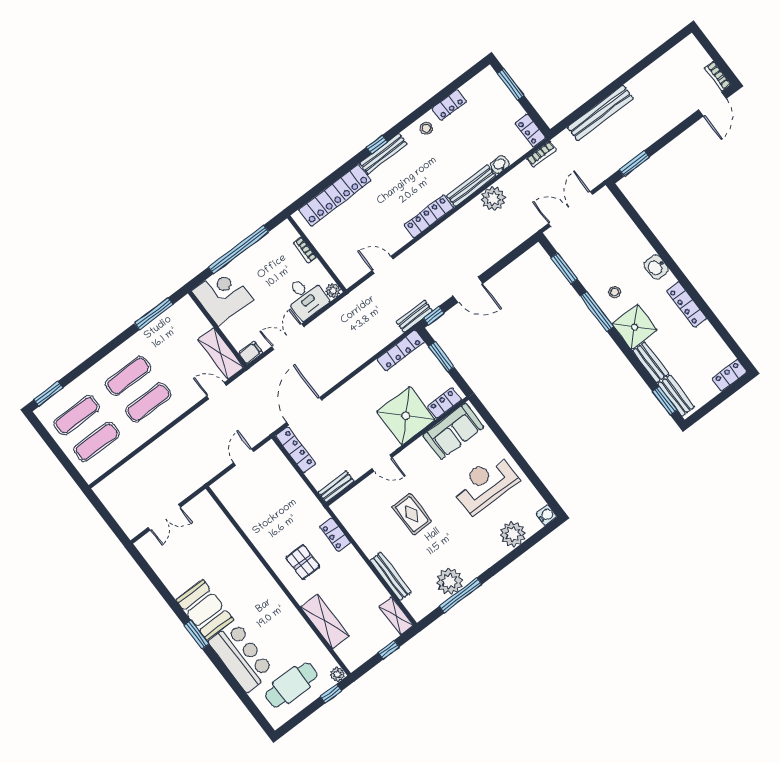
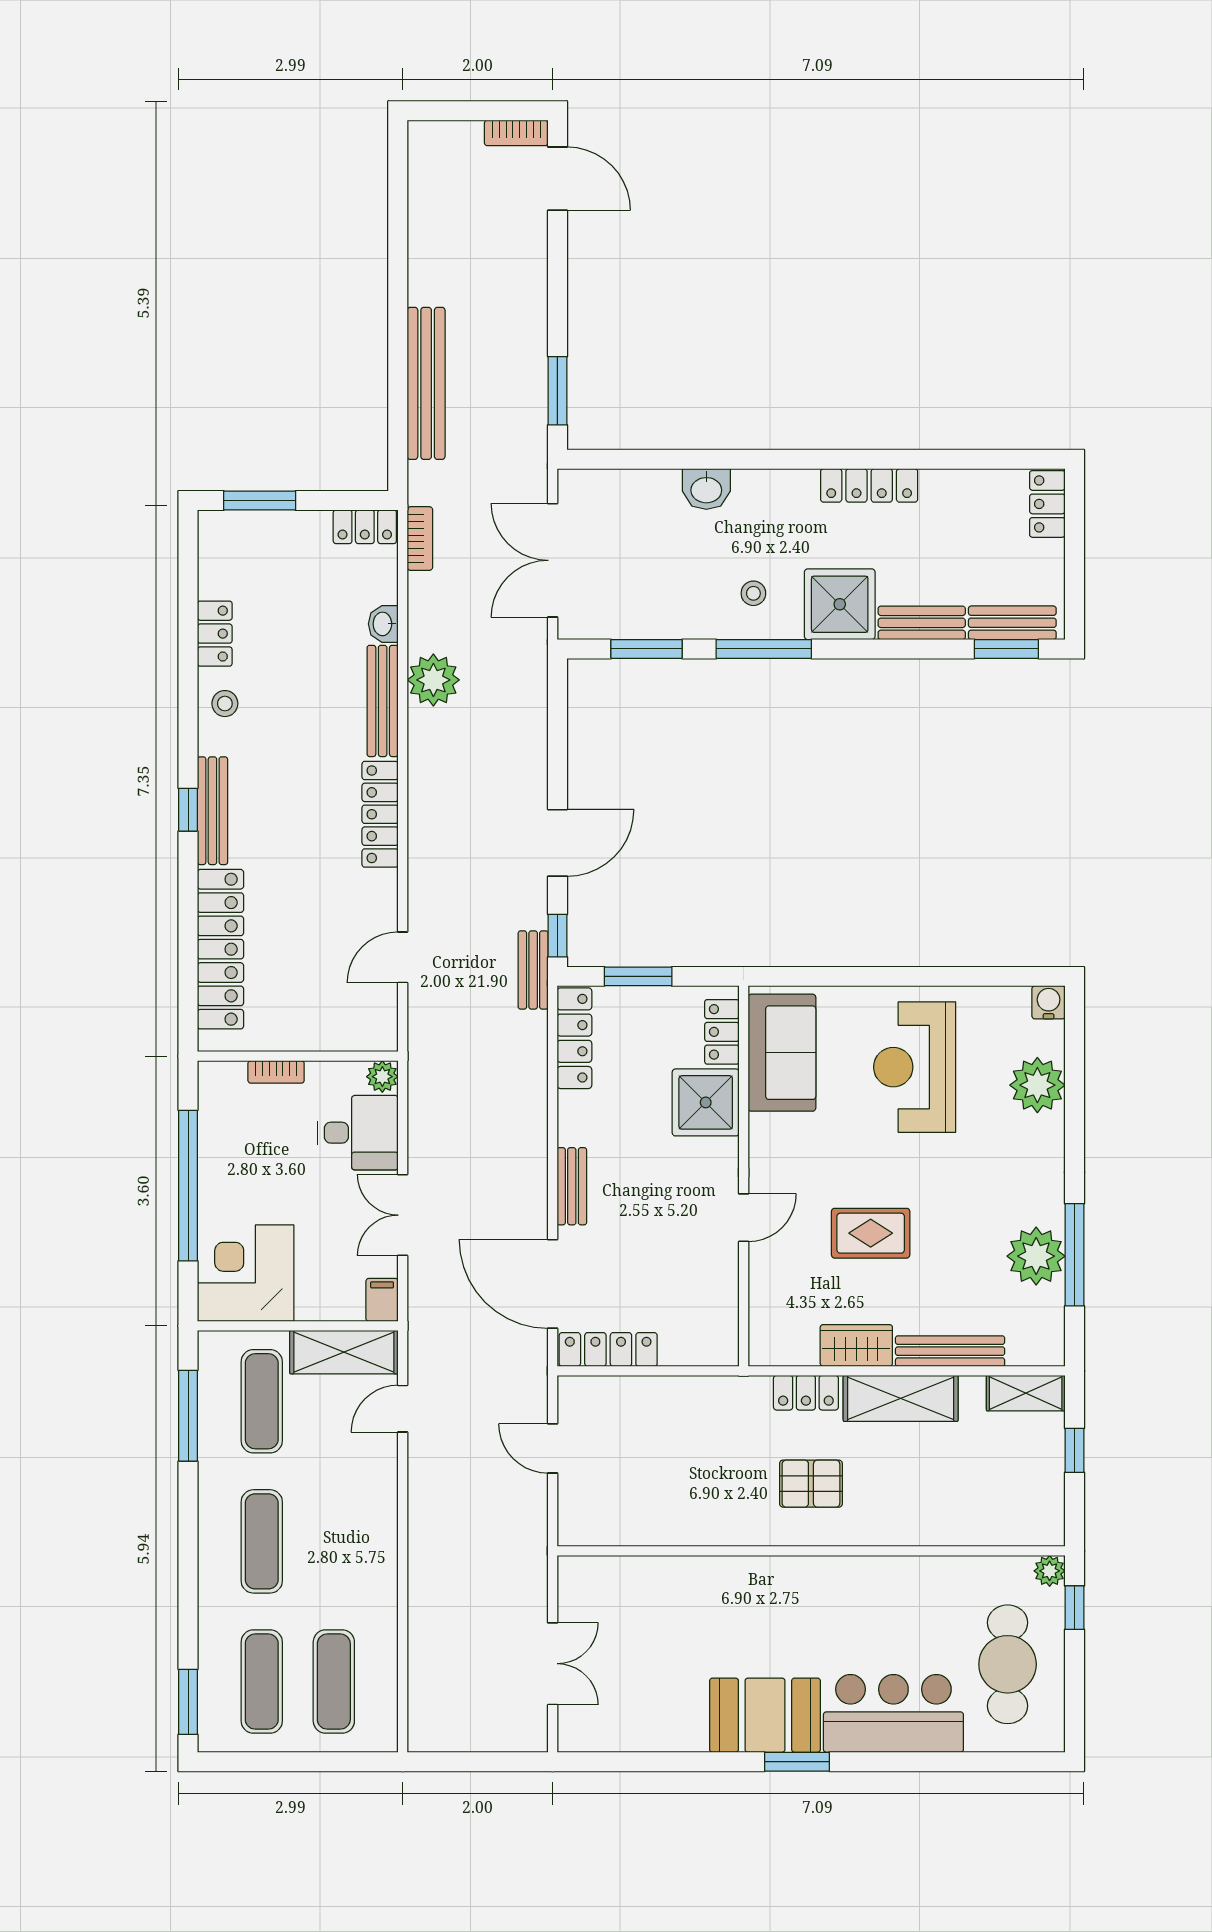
washbasin: (656, 267) -> (706, 489), moved
exercise mat: (148, 403) -> (262, 1401), moved
shower: (406, 416) -> (706, 1102), width x0.73, depth x0.73
bench: (336, 487) -> (572, 1186), moved
wardrobe: (366, 540) -> (856, 1345), added
shelving: (325, 621) -> (901, 1398), moved

